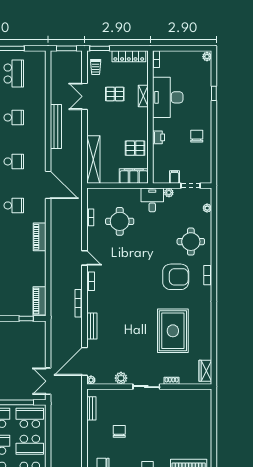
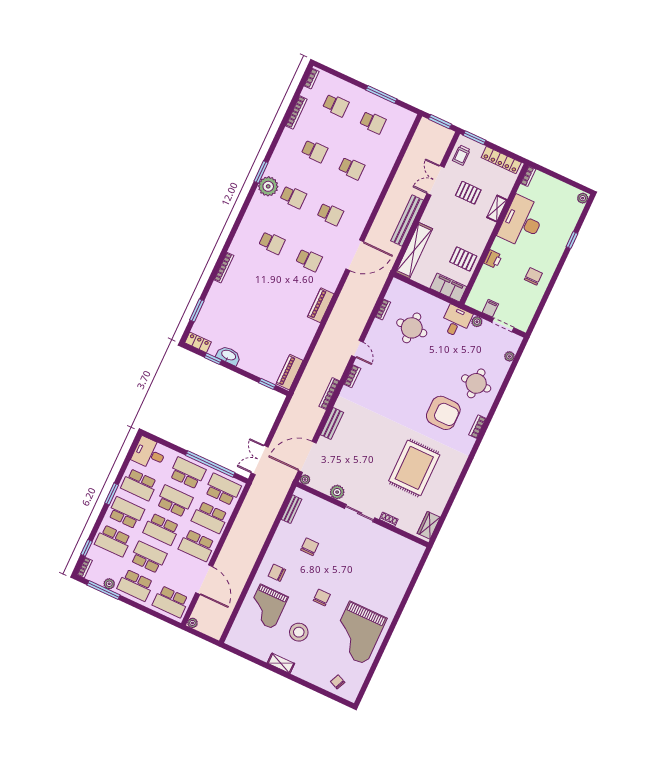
school desk: (14, 74) -> (373, 122), width x0.54
bench: (56, 126) -> (407, 221), moved
door: (48, 185) -> (355, 255), hinge flipped

